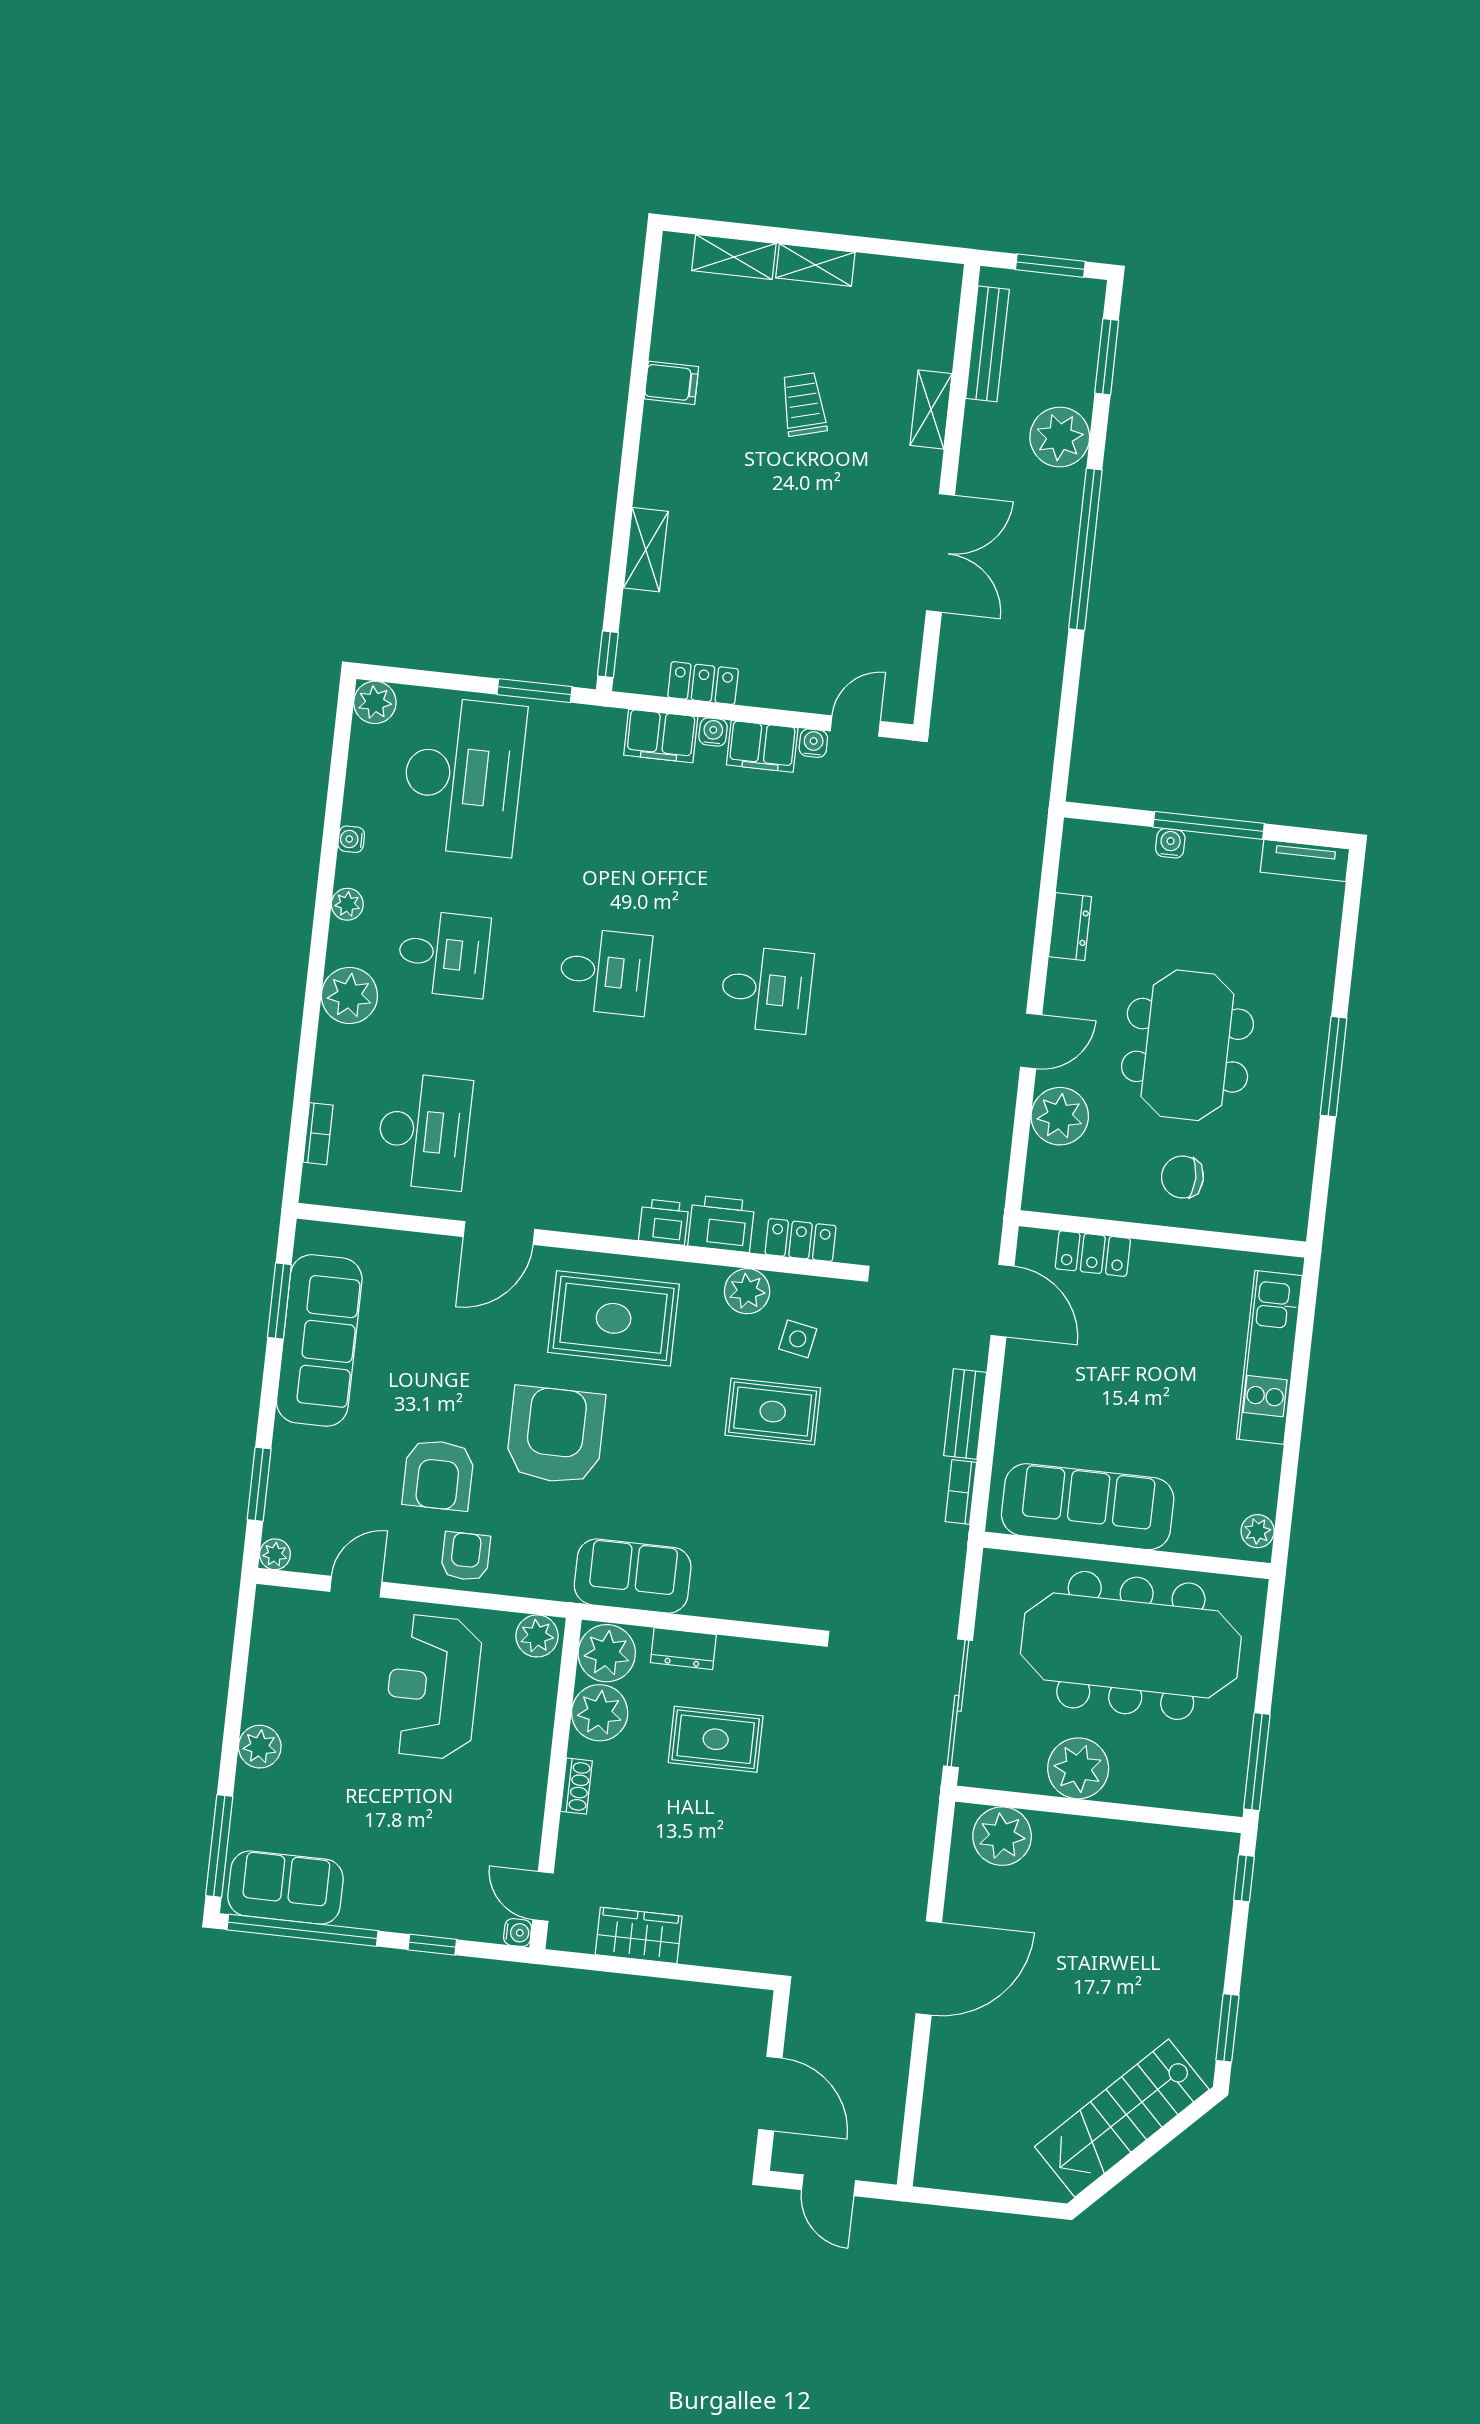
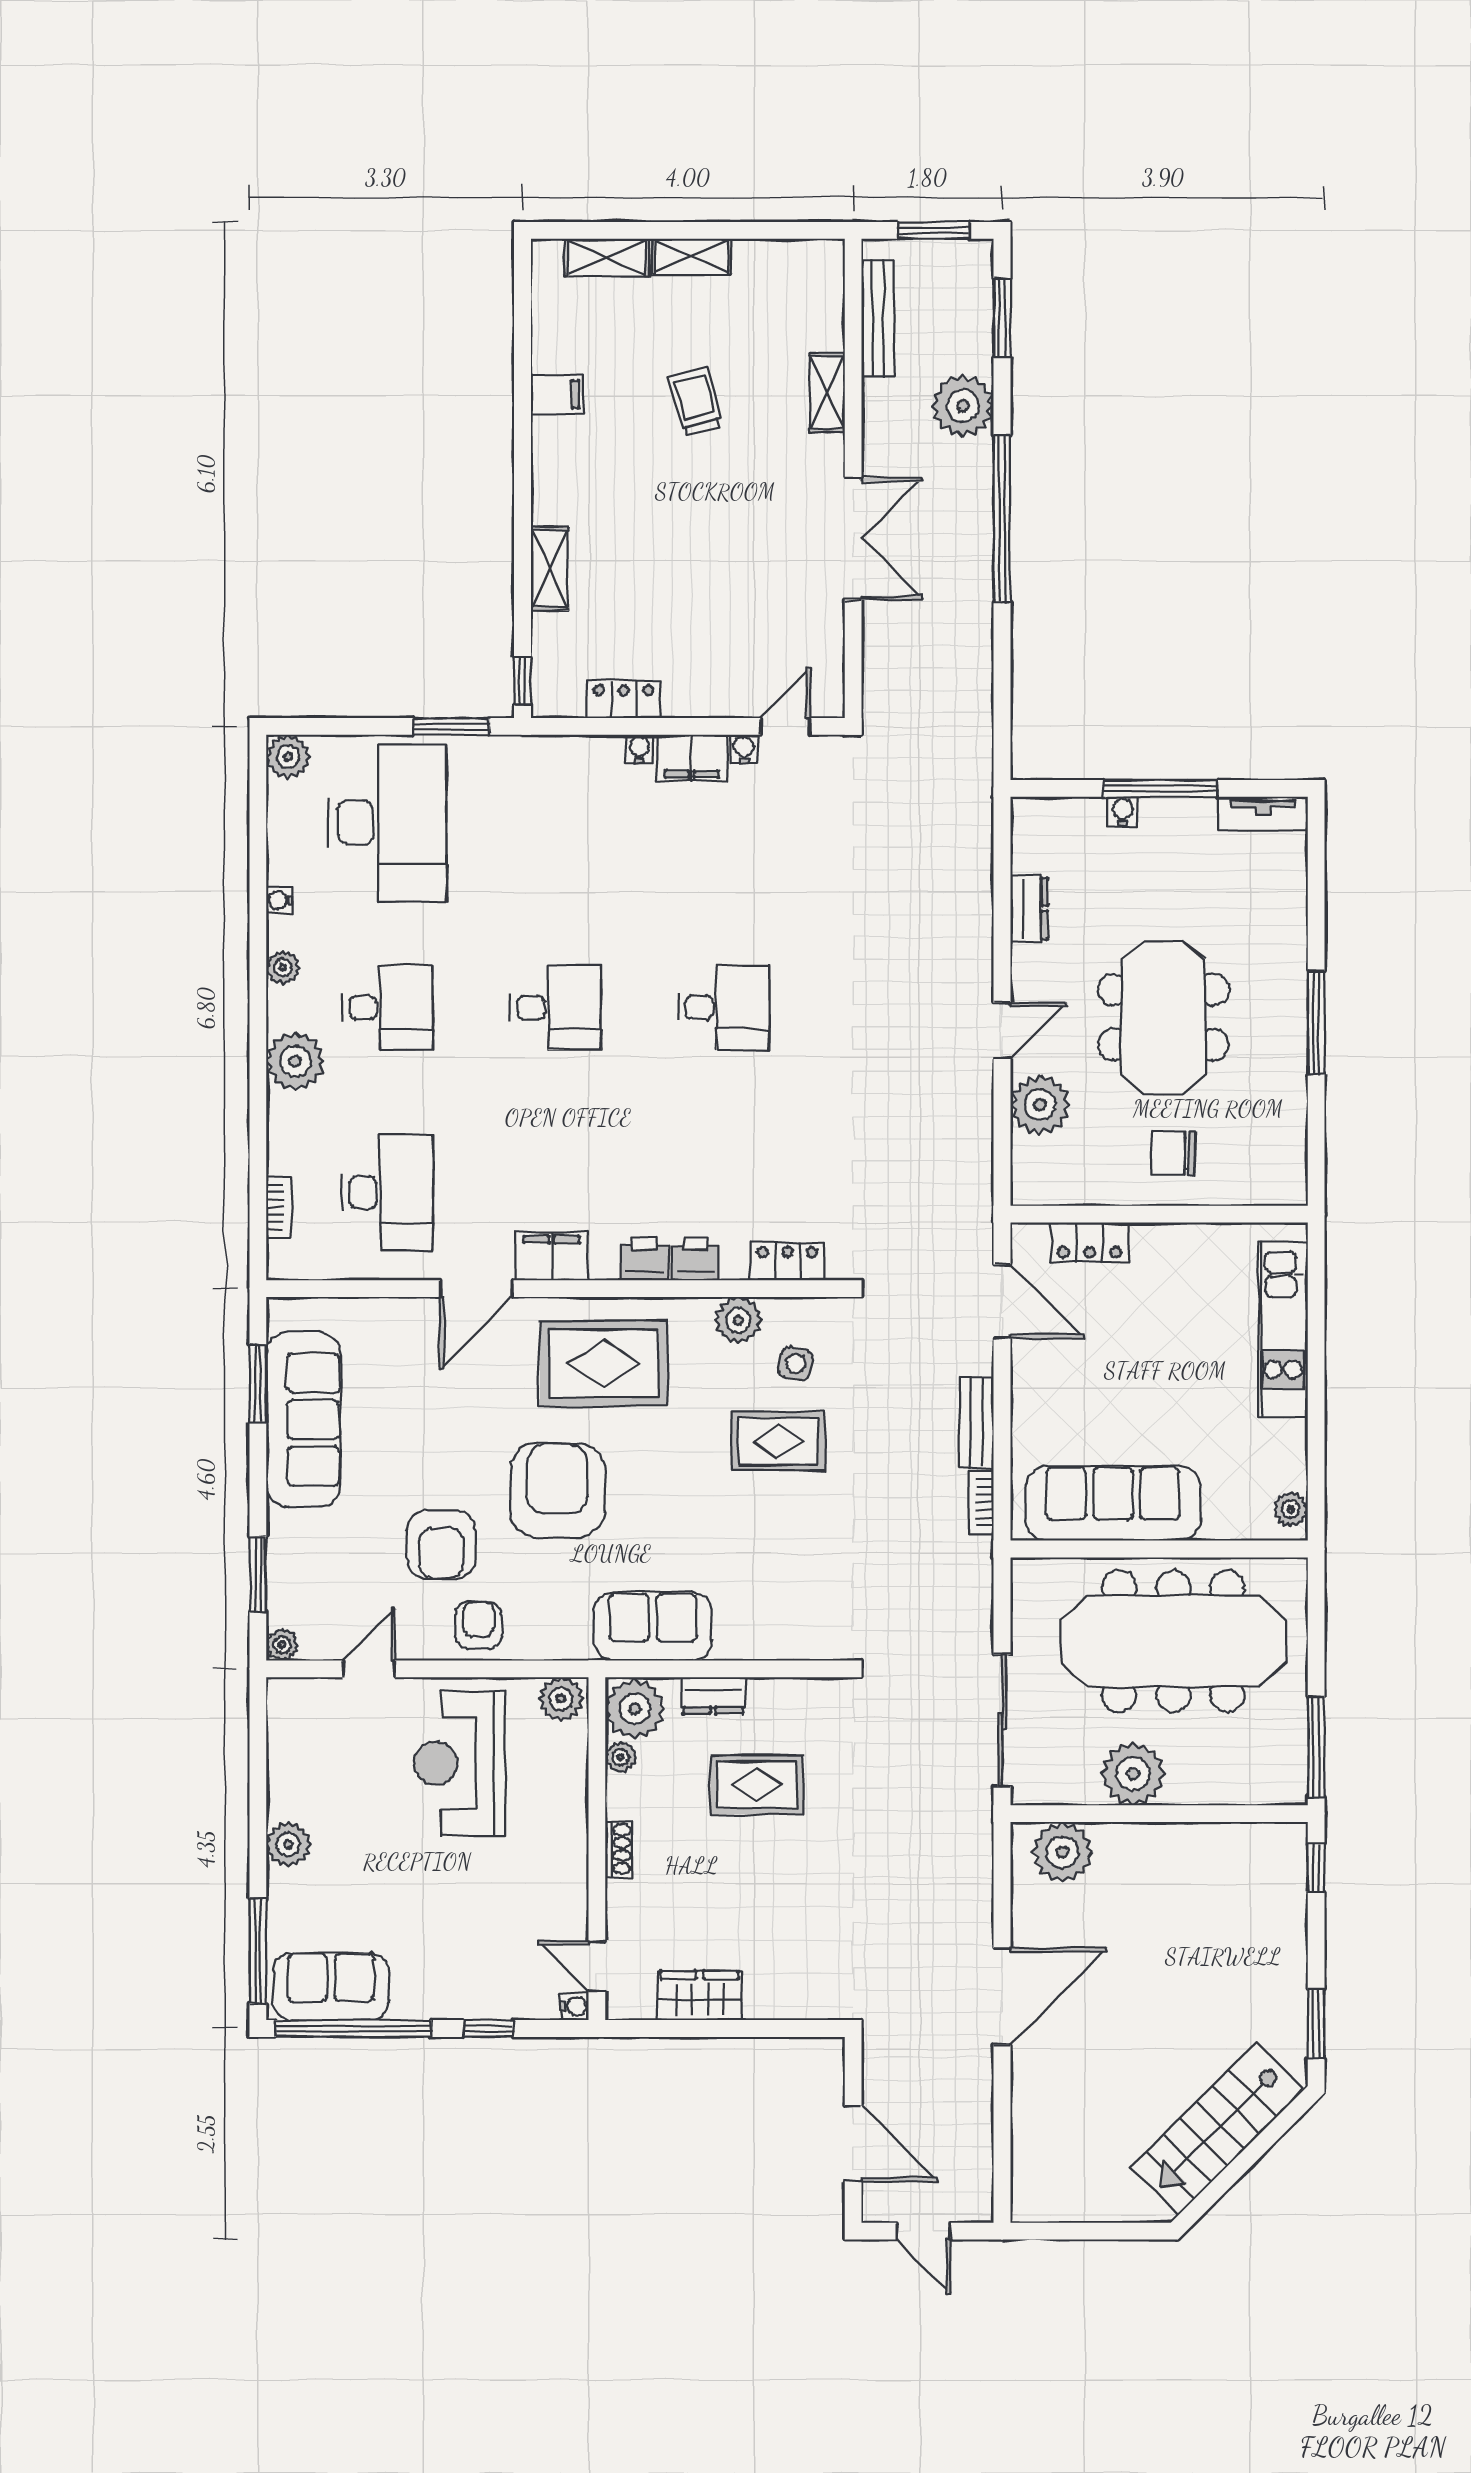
filing cabinet: (661, 736) -> (552, 1256), moved, turned 180
printer: (721, 1224) -> (695, 1259), width x0.73, depth x0.81
plant: (600, 1713) -> (621, 1757), width x0.53, depth x0.53

